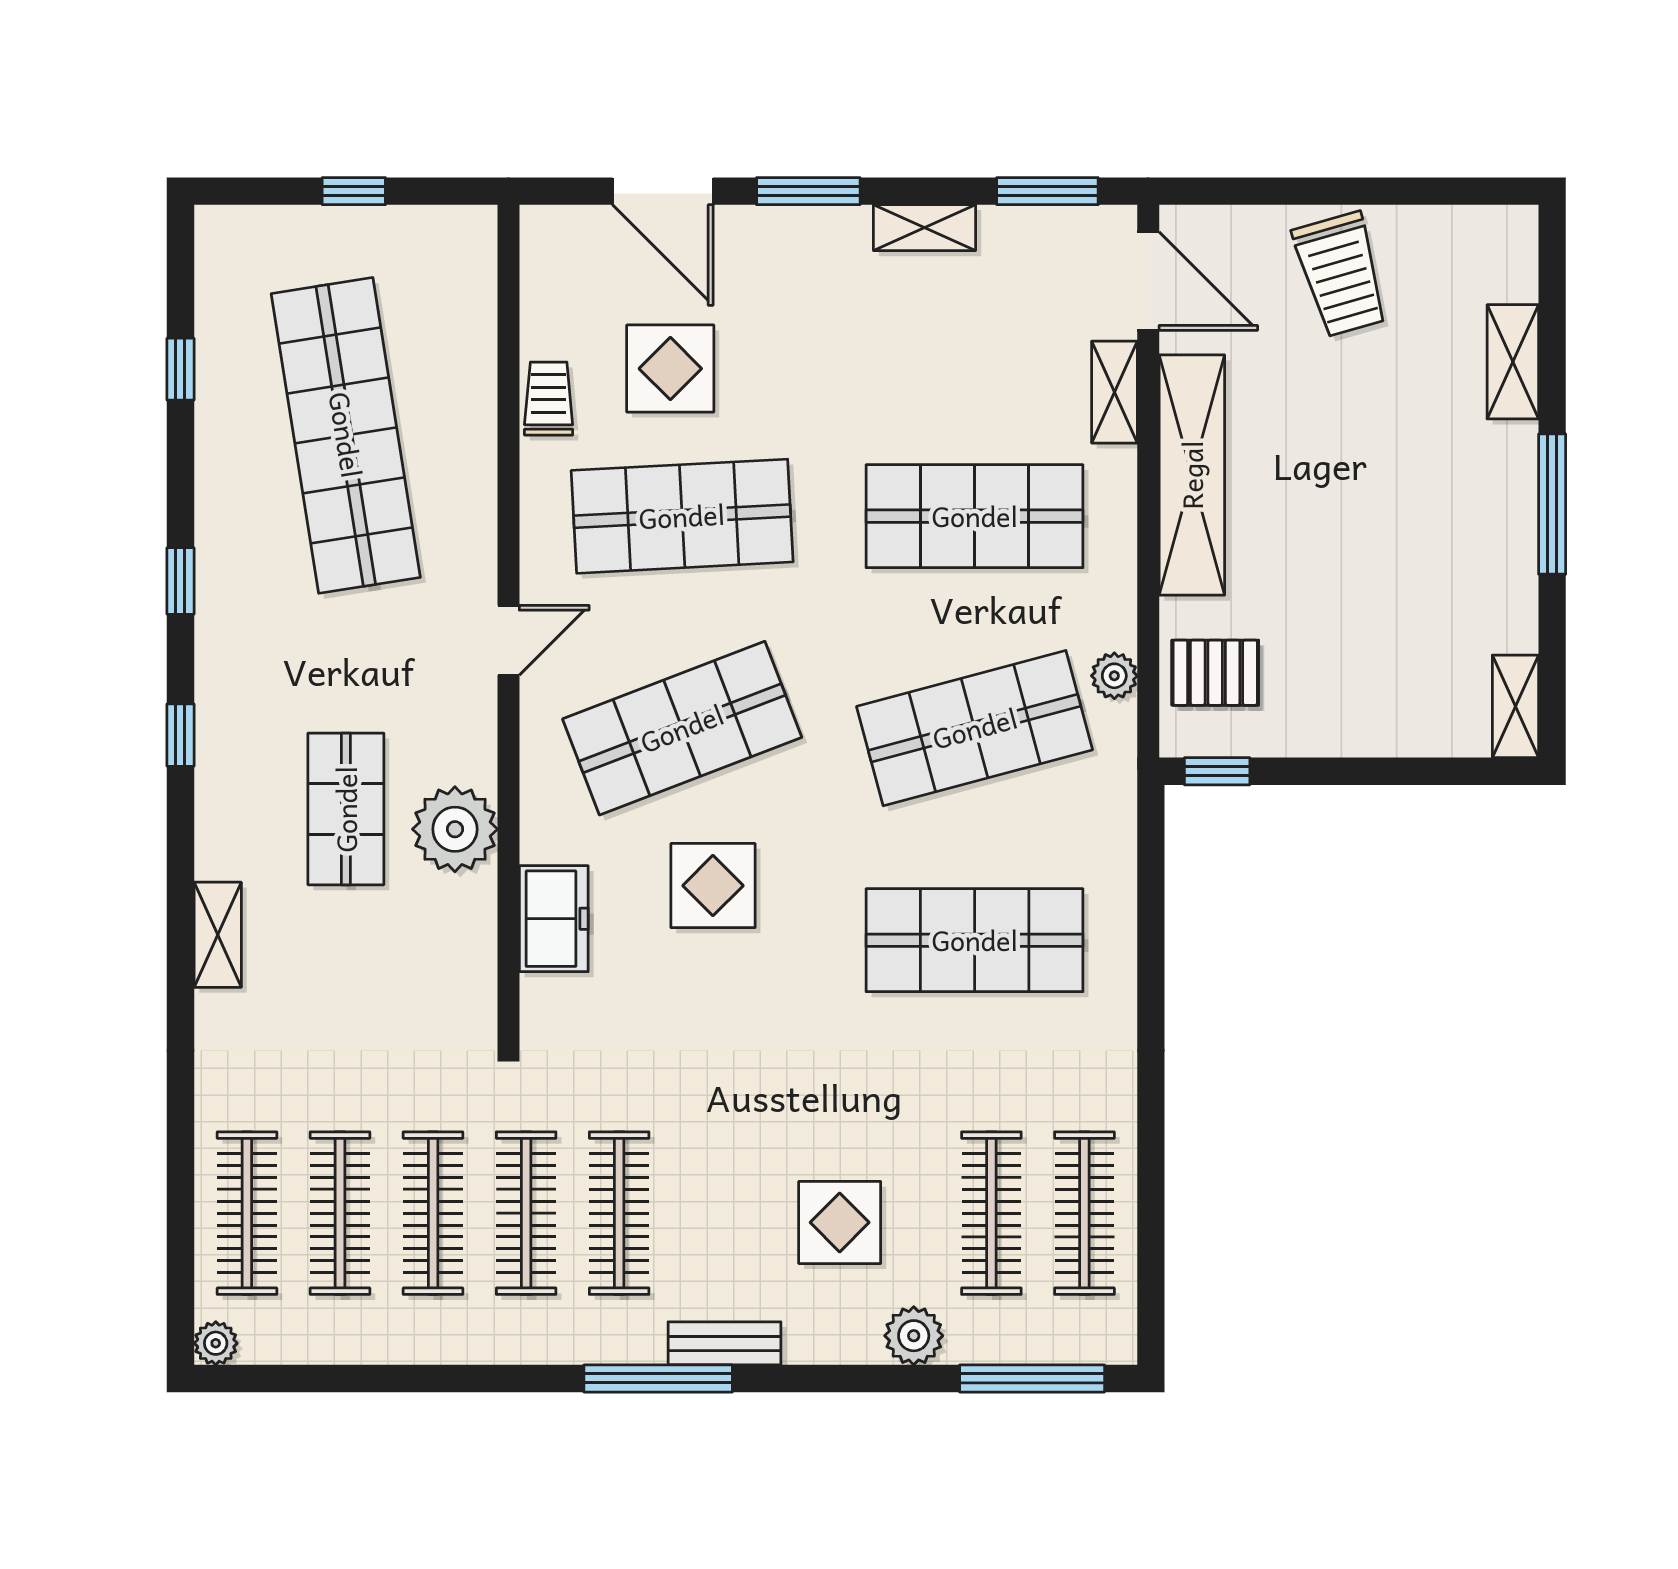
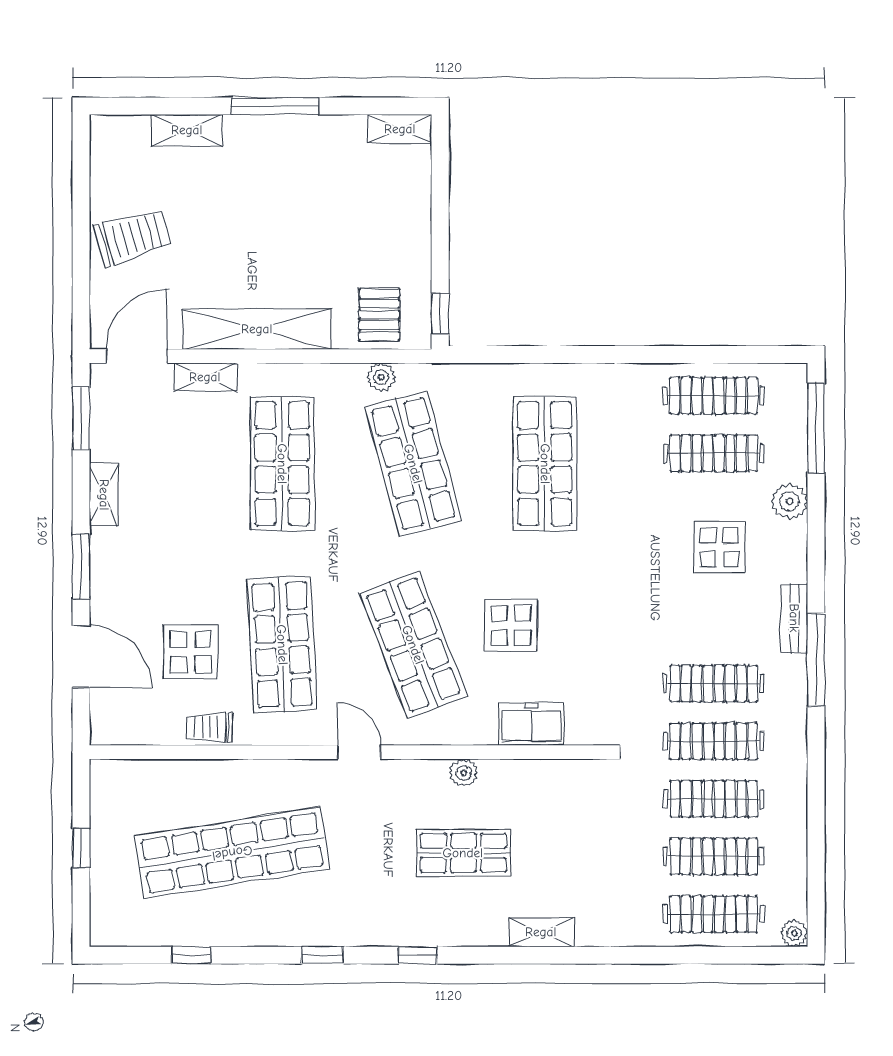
door: (663, 191) -> (81, 657), hinge flipped
plant: (455, 829) -> (464, 773), width x0.53, depth x0.53

